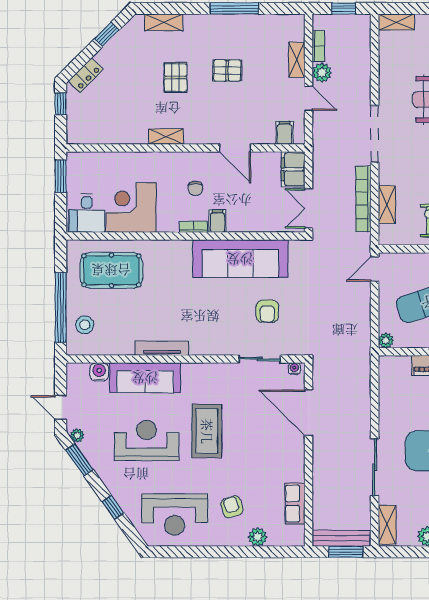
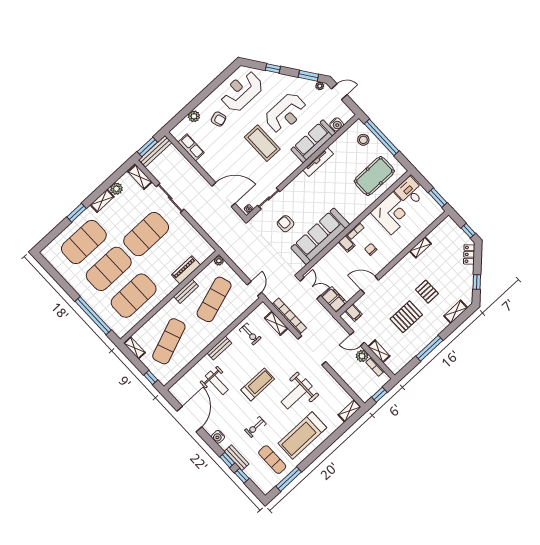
pallet: (227, 70) -> (406, 317), width x1.50, depth x1.42
shelving: (166, 137) -> (420, 247), moved

